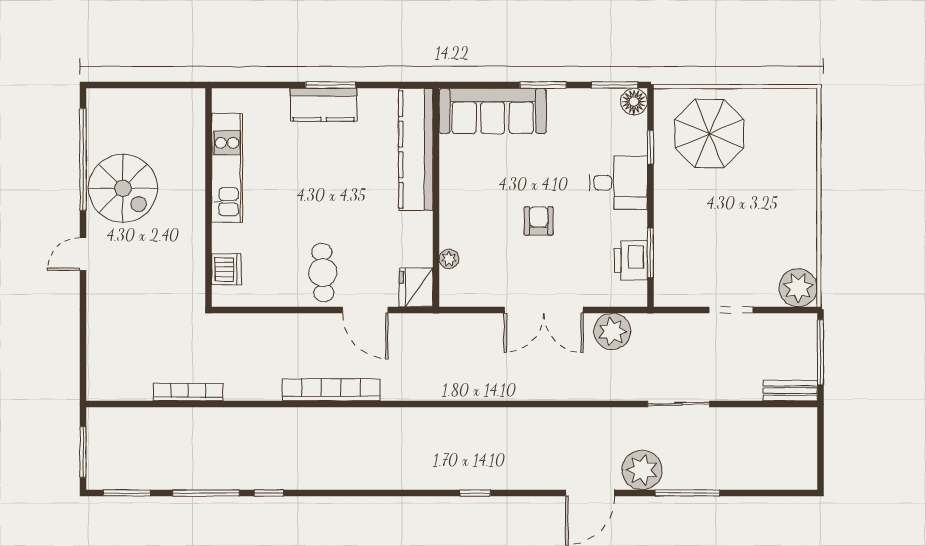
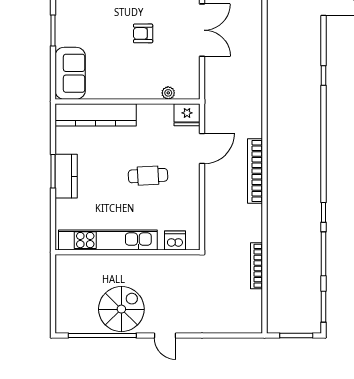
sofa: (493, 111) -> (70, 73), width x0.73
kitchen unit: (227, 168) -> (108, 240), width x1.36
cafe table: (323, 273) -> (148, 176), moved

